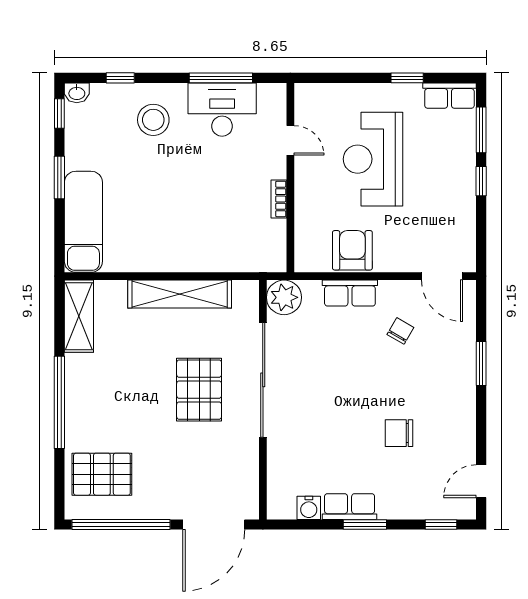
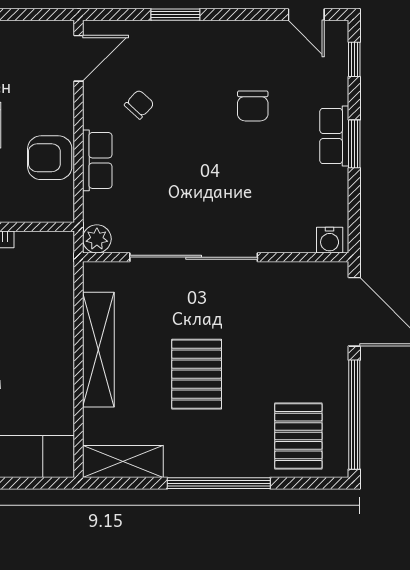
plant: (284, 297) -> (97, 239), width x0.73, depth x0.73
chair: (400, 331) -> (139, 104), turned 103
pallet: (199, 390) -> (197, 374), moved, turned 90
row of seats: (350, 507) -> (334, 136), moved
water cooler: (309, 508) -> (330, 240), moved, turned 90

